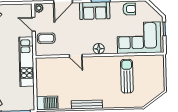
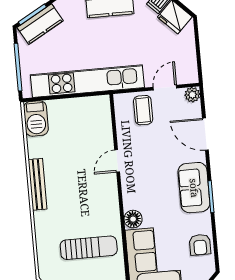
floor lamp: (99, 49) -> (133, 219), moved
kitchen unit: (26, 62) -> (87, 81), width x1.36

